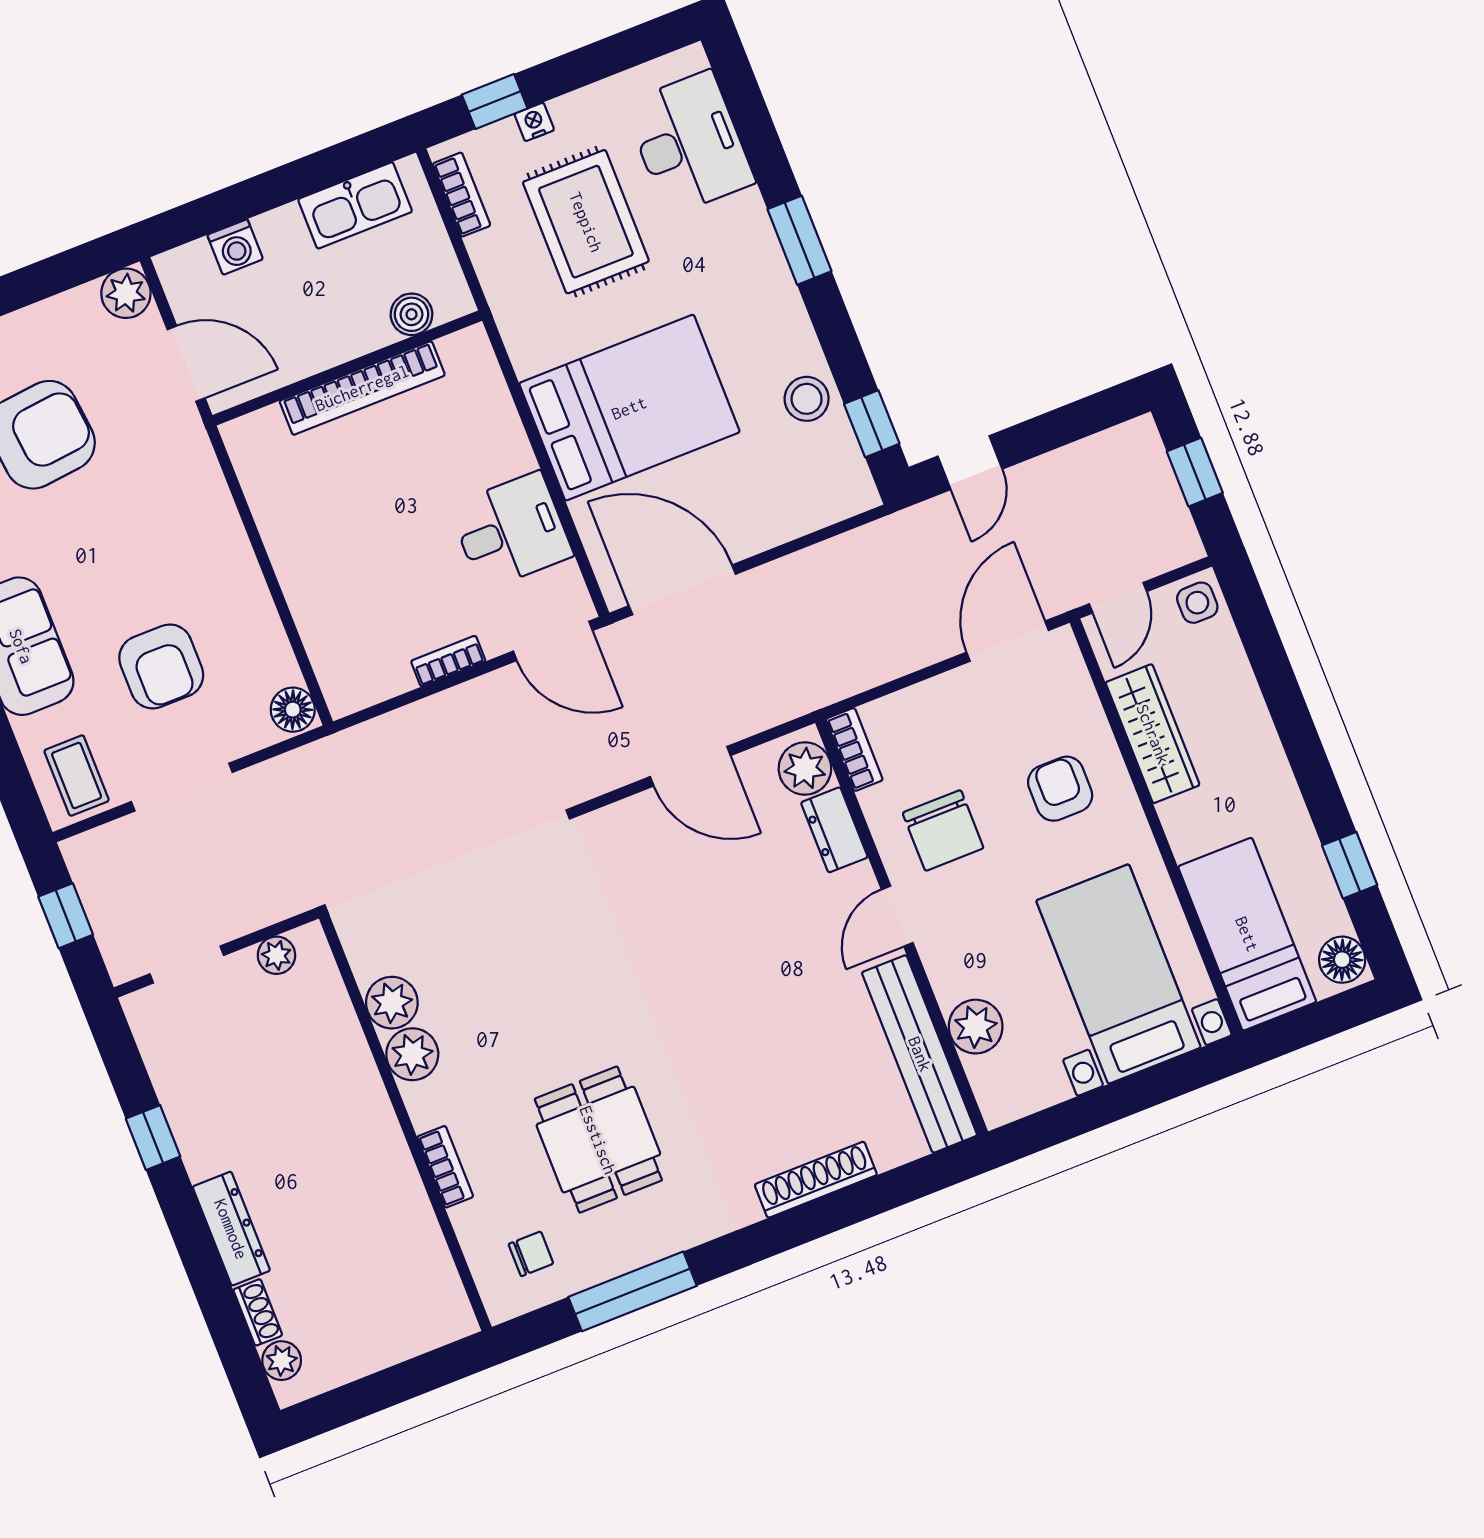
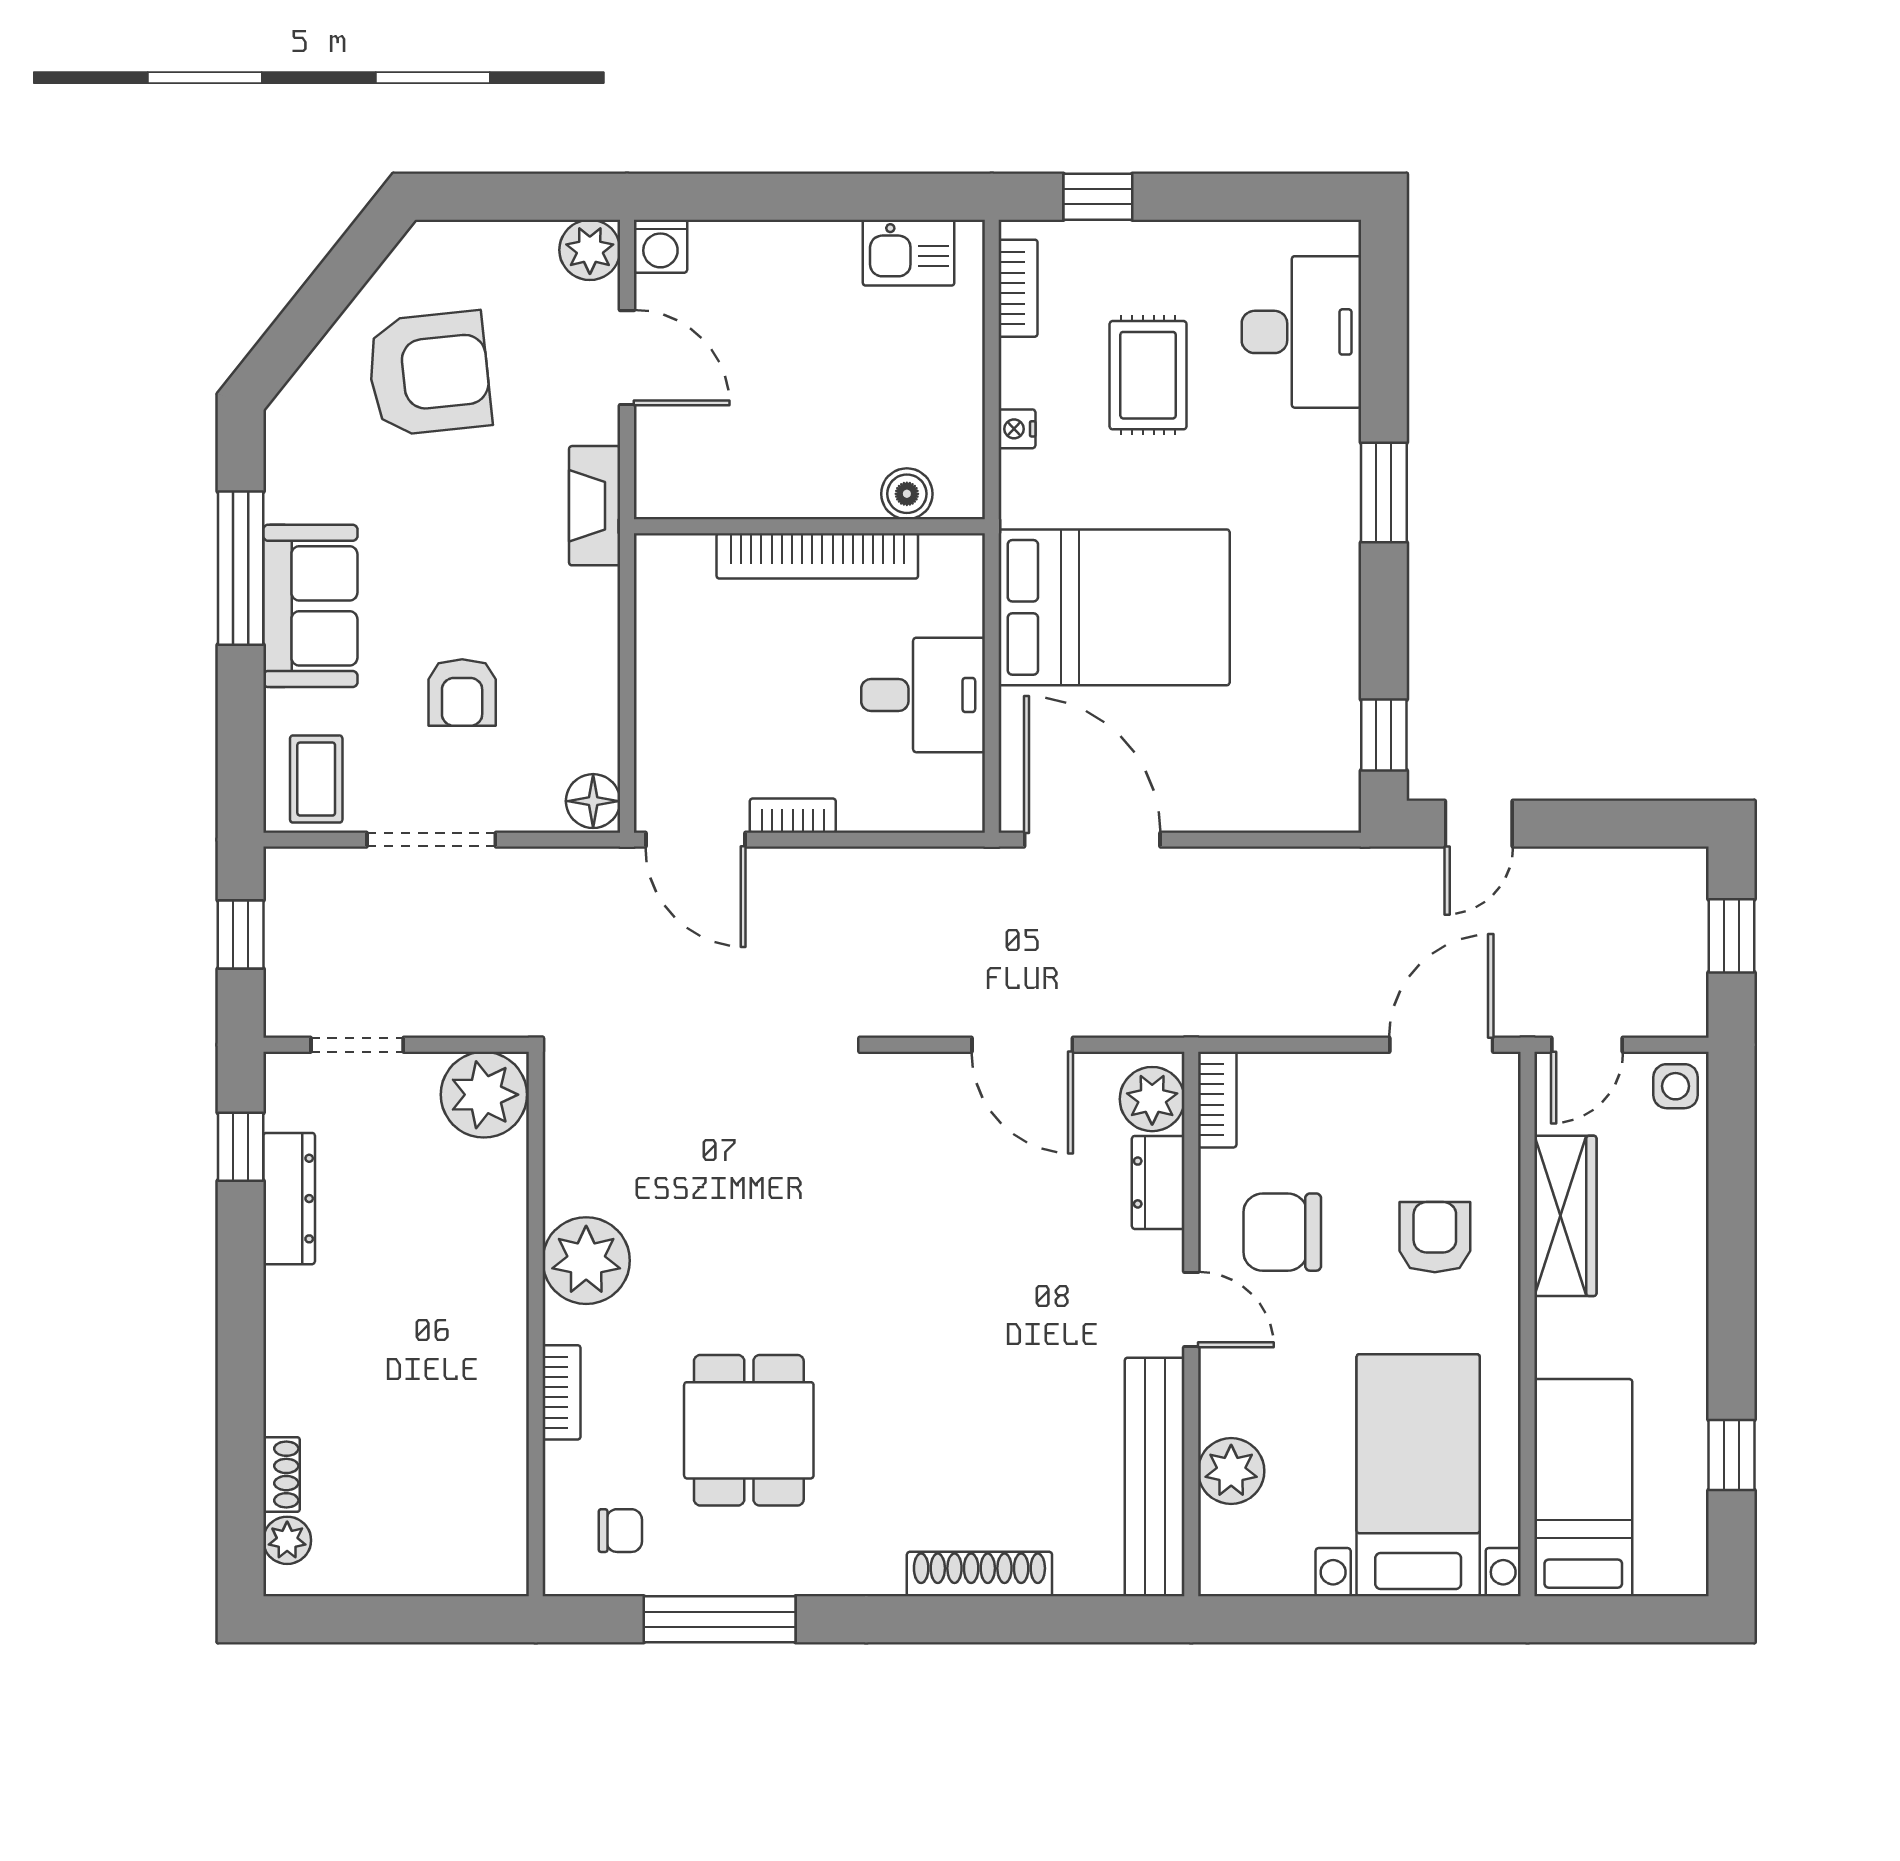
nightstand: (534, 122) -> (1017, 429), moved, turned -90
kitchen sink: (355, 205) -> (909, 253), width x0.73
rug: (586, 222) -> (1148, 375), width x0.73, depth x0.70
washing machine: (235, 247) -> (660, 246), moved
boiler: (411, 314) -> (907, 494), moved
wall: (347, 368) -> (809, 526), moved
bookcase: (362, 388) -> (817, 556), moved
stool: (807, 399) -> (1321, 677), removed
fireplace: (206, 486) -> (595, 506), added
door: (553, 641) -> (695, 840), moved
armchair: (161, 666) -> (462, 692), width x0.72, depth x0.72
chair: (943, 830) -> (1282, 1232), turned 90
door: (897, 916) -> (1191, 1309), swing flipped
plant: (276, 955) -> (484, 1095), width x1.87, depth x1.87
floor lamp: (1342, 960) -> (1680, 1560), removed
plant: (392, 1003) -> (574, 1181), removed
plant: (412, 1054) -> (586, 1261), width x1.36, depth x1.36
window: (153, 1138) -> (241, 1147), moved
dresser: (231, 1229) -> (289, 1199), moved

